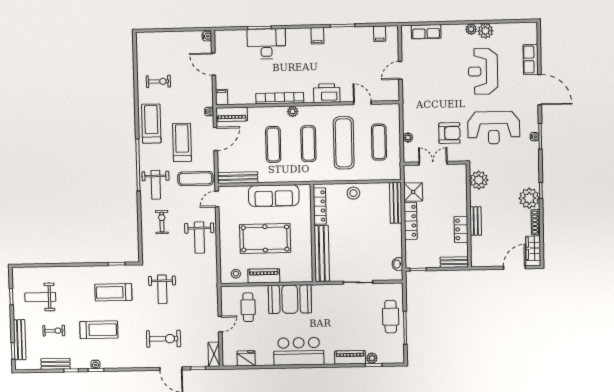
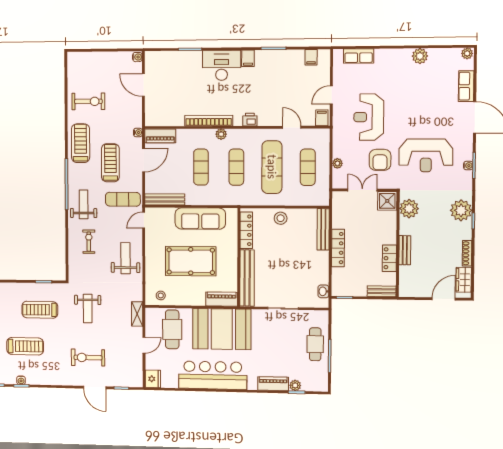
plant: (471, 29) -> (467, 53), moved
desk: (266, 44) -> (222, 65), moved
reception desk: (483, 71) -> (369, 117), moved
exercise bike: (158, 81) -> (88, 101), width x1.38, depth x1.39
printer: (327, 93) -> (250, 120), width x0.53, depth x0.68
filing cabinet: (222, 97) -> (322, 118), moved
armchair: (449, 133) -> (380, 160), turned 90
weight bench: (156, 185) -> (84, 204), turned 180
shower: (413, 192) -> (387, 201), moved
plant: (529, 198) -> (461, 210), moved
weight bench: (199, 238) -> (126, 258), turned 180
piano: (264, 276) -> (222, 299), moved
booth: (290, 299) -> (222, 329), width x1.36, depth x1.42
cafe table: (248, 307) -> (172, 329), width x1.37, depth x1.35
exercise bike: (164, 339) -> (88, 358), turned 180
bar counter: (299, 351) -> (213, 375), width x1.36
shelving: (214, 354) -> (137, 314), moved
fridge: (246, 358) -> (153, 379), moved, turned 90

